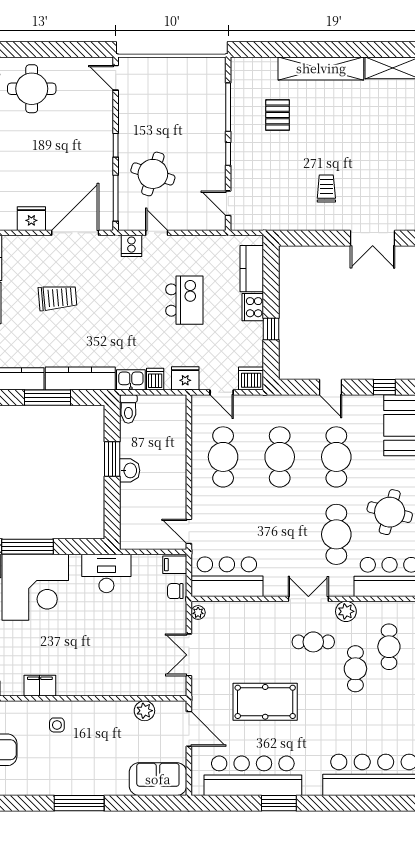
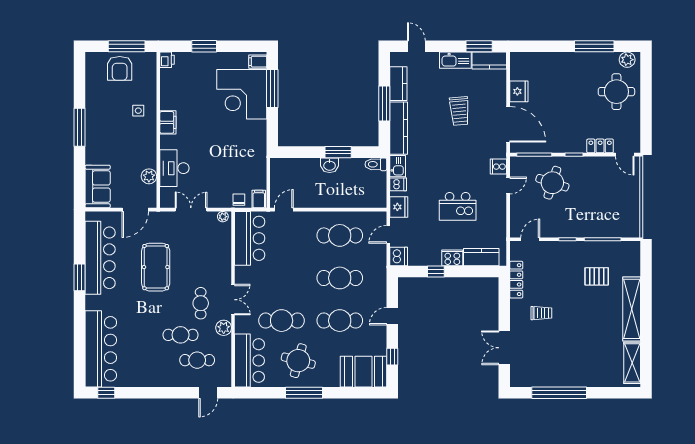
door: (116, 78) -> (625, 155), swing flipped
locker: (104, 110) -> (600, 146), added
locker: (282, 222) -> (516, 280), added
desk: (106, 574) -> (174, 168), moved, turned 180
filing cabinet: (40, 686) -> (168, 122), moved

